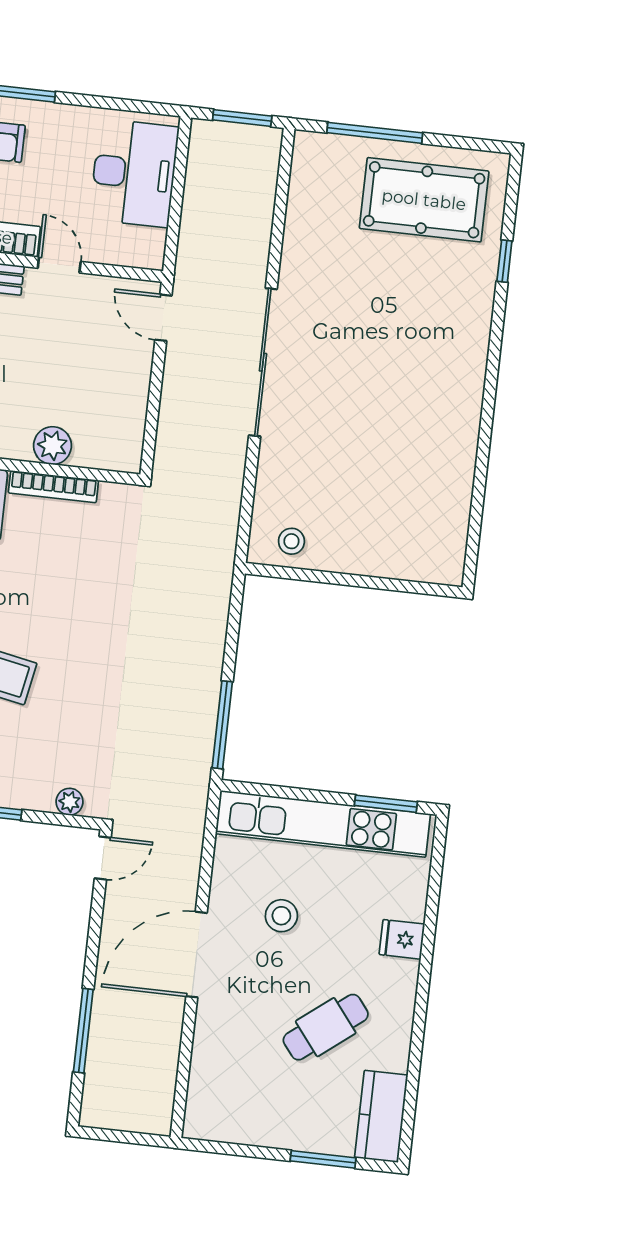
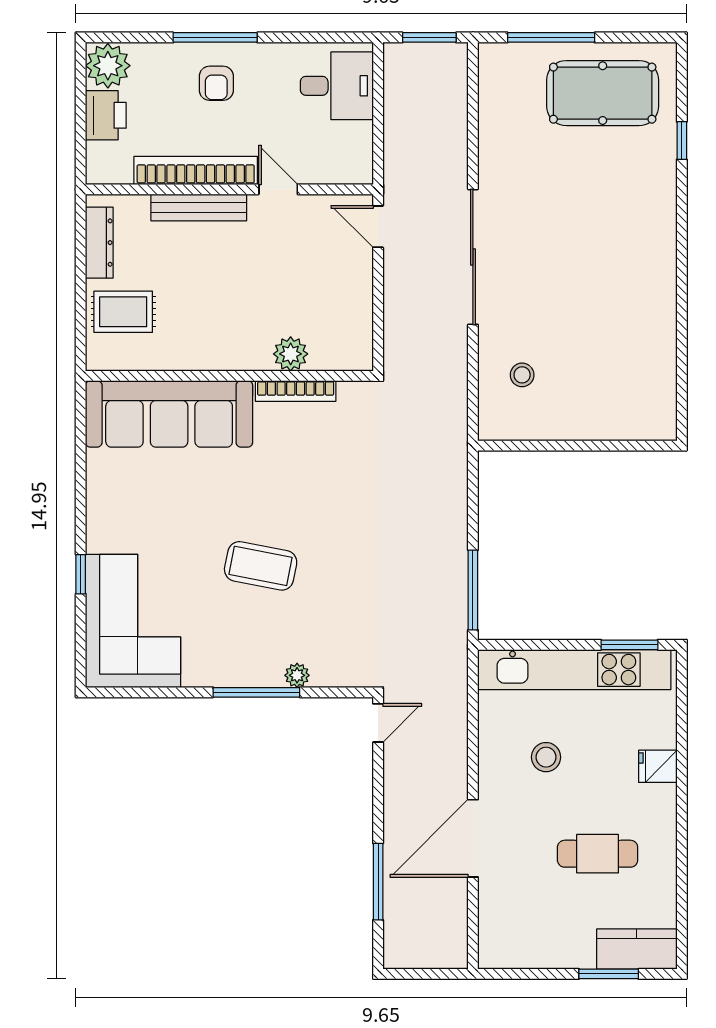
desk: (134, 173) -> (337, 86), width x0.73
stool: (291, 541) -> (522, 375), moved
plant: (70, 802) -> (297, 675), moved
door: (197, 955) -> (473, 838), moved
cafe table: (326, 1027) -> (598, 854), turned 38
kitchen counter: (381, 1116) -> (637, 949), moved, turned 90

